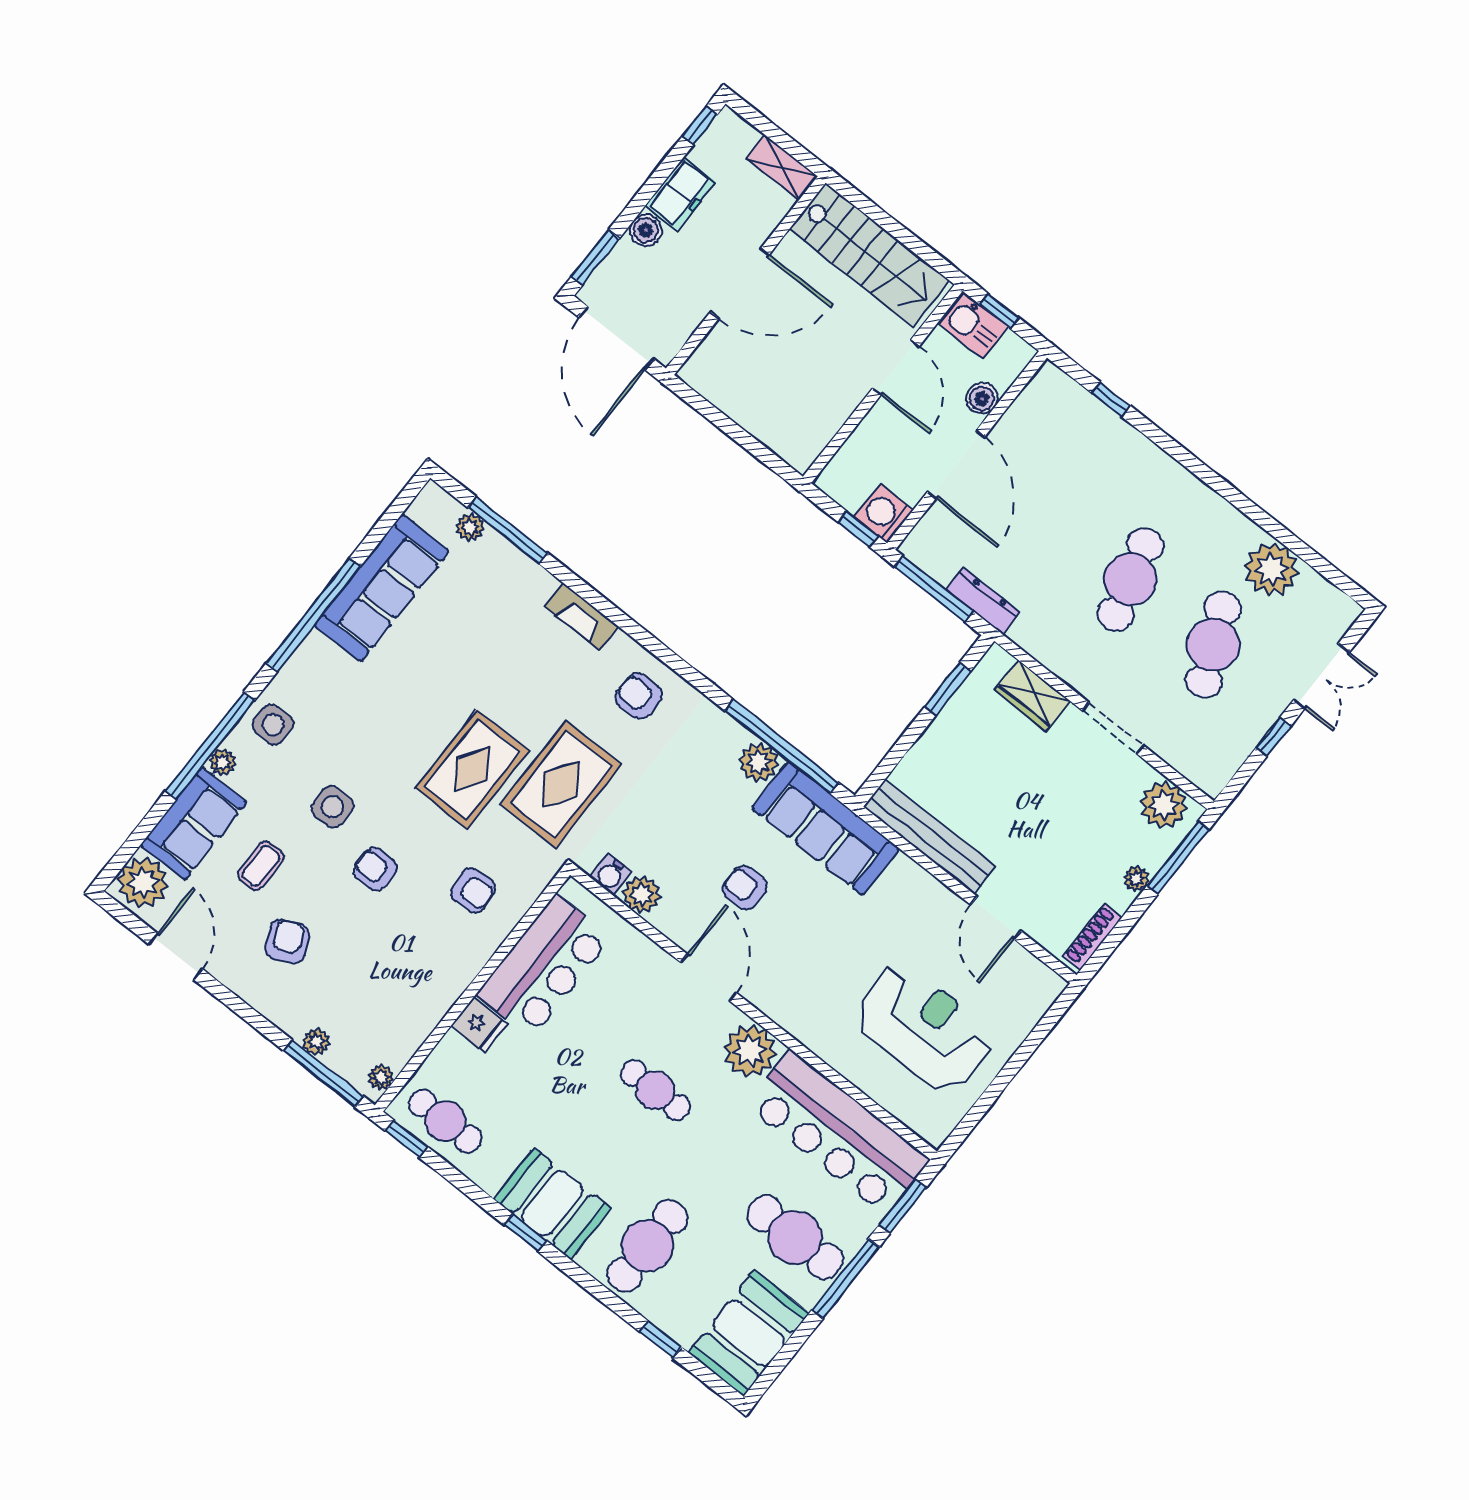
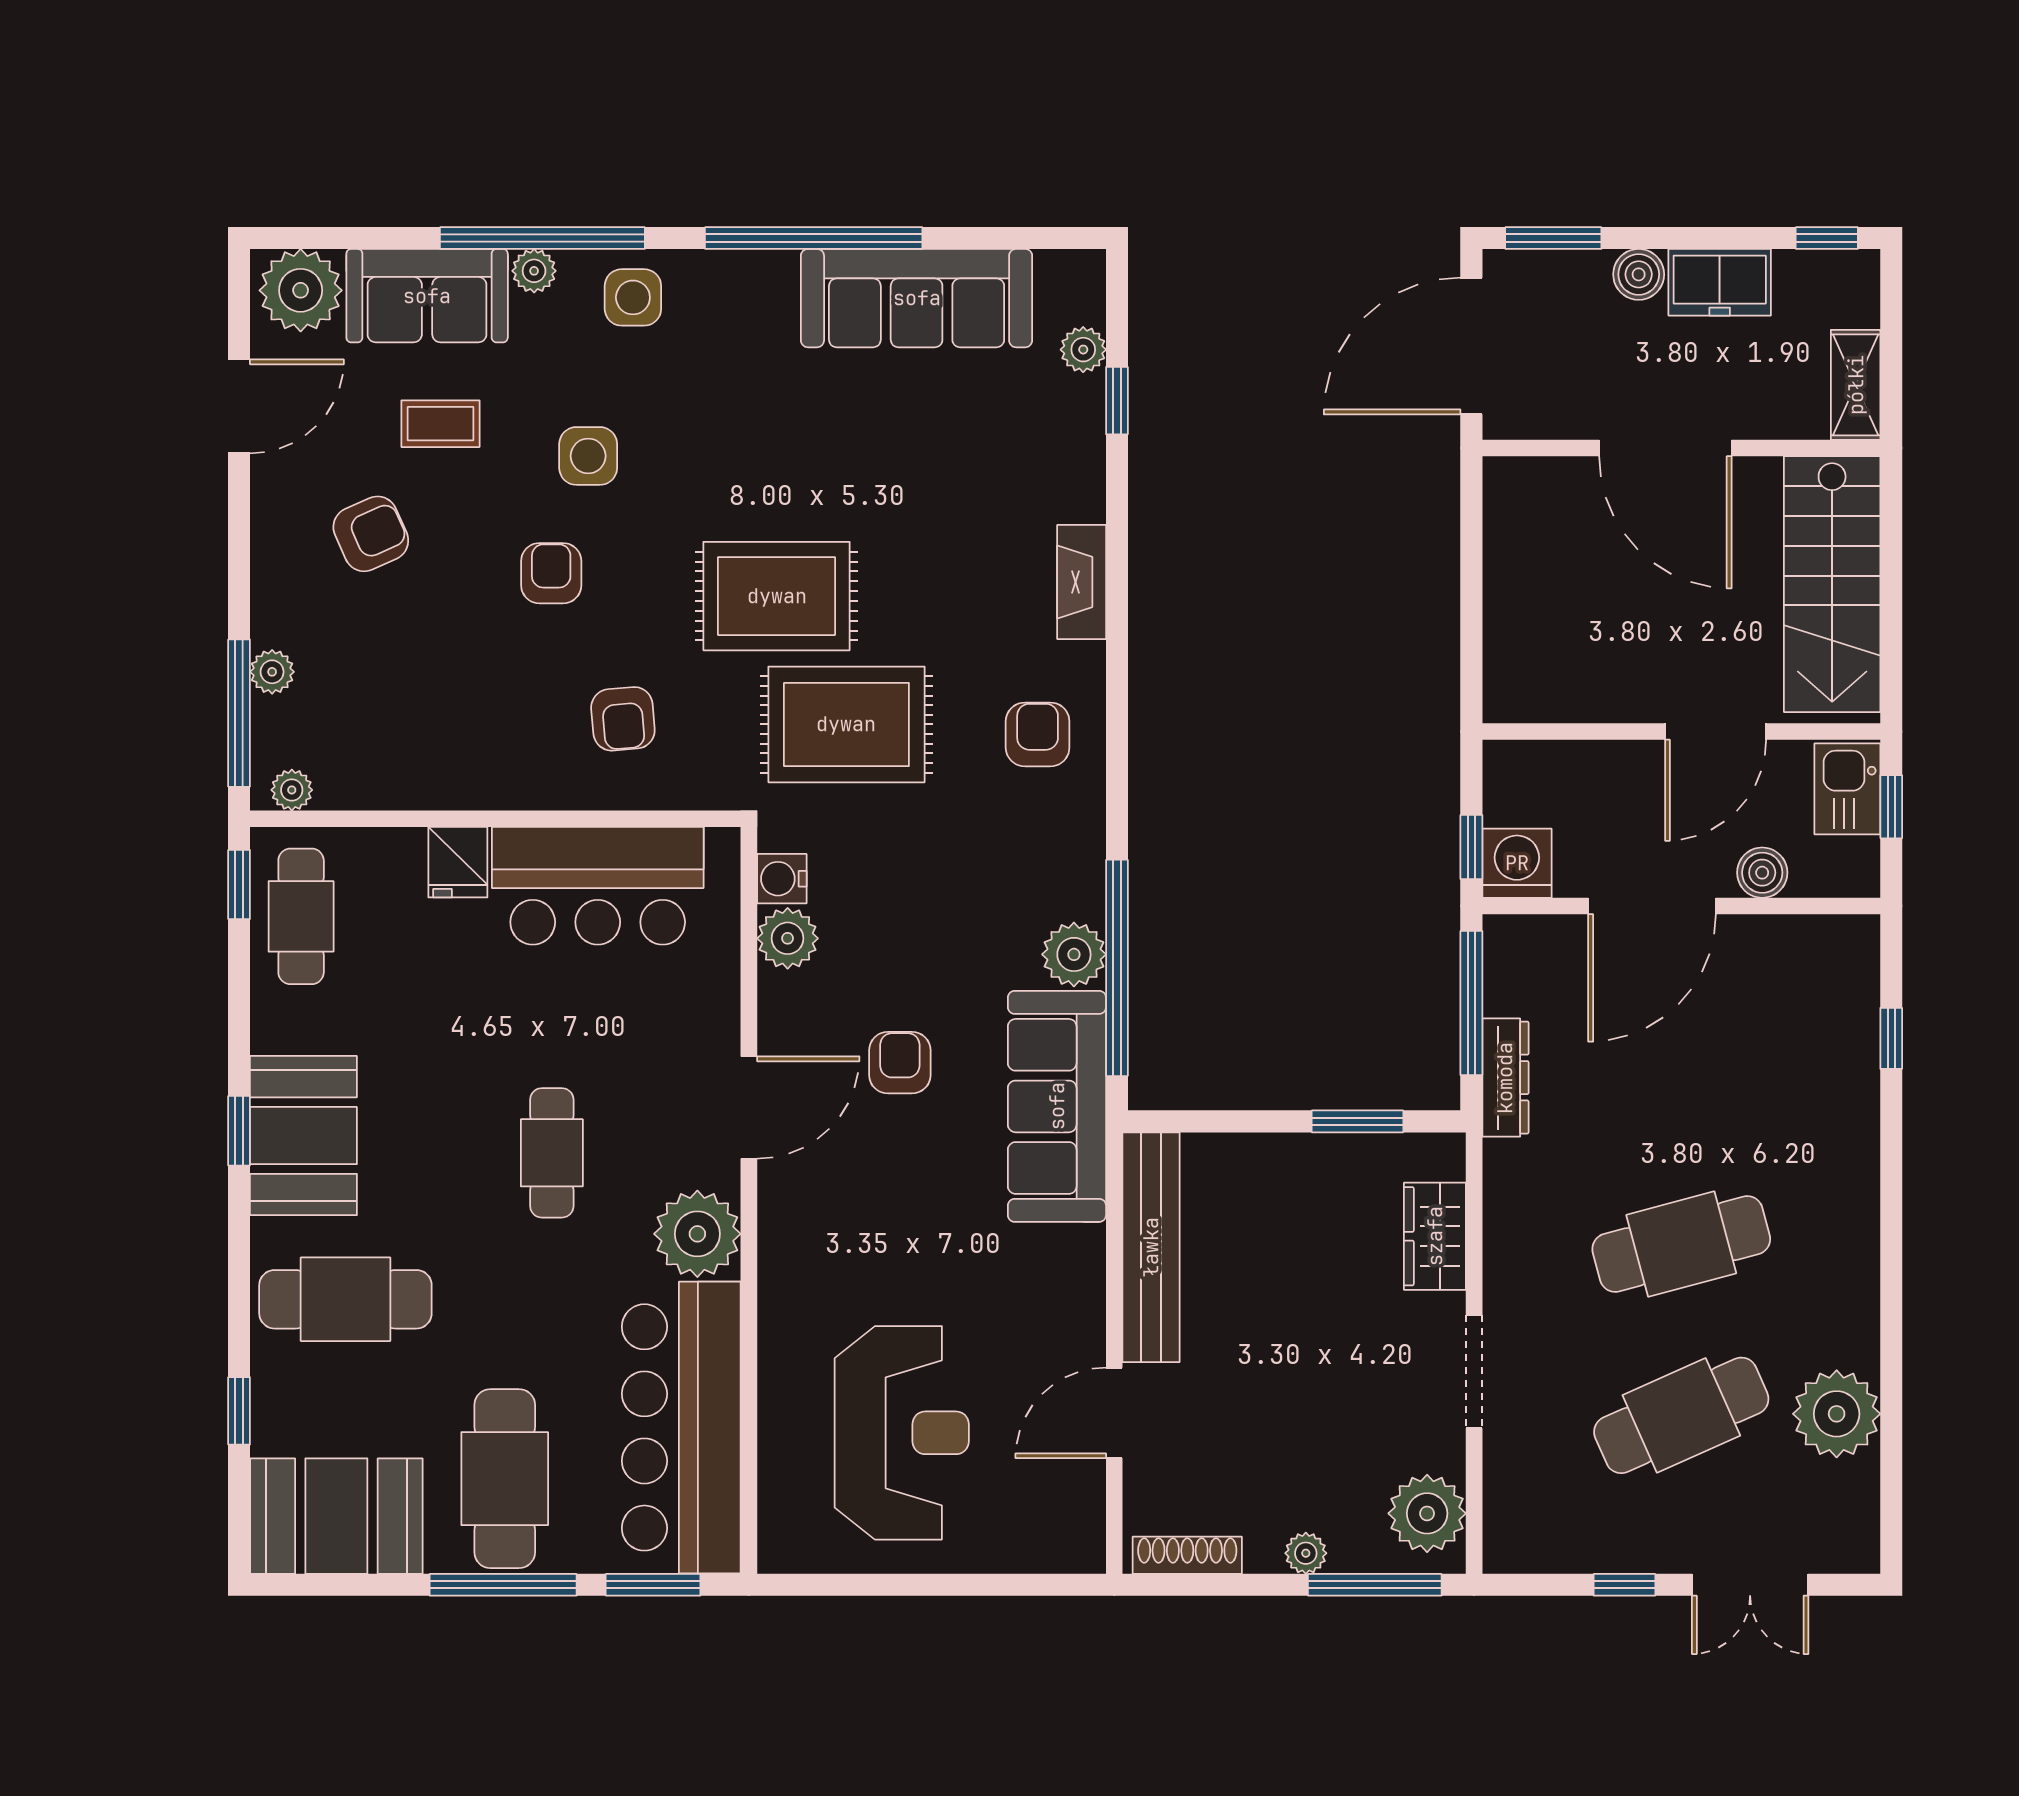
window: (508, 530) -> (1117, 401), width x0.46

